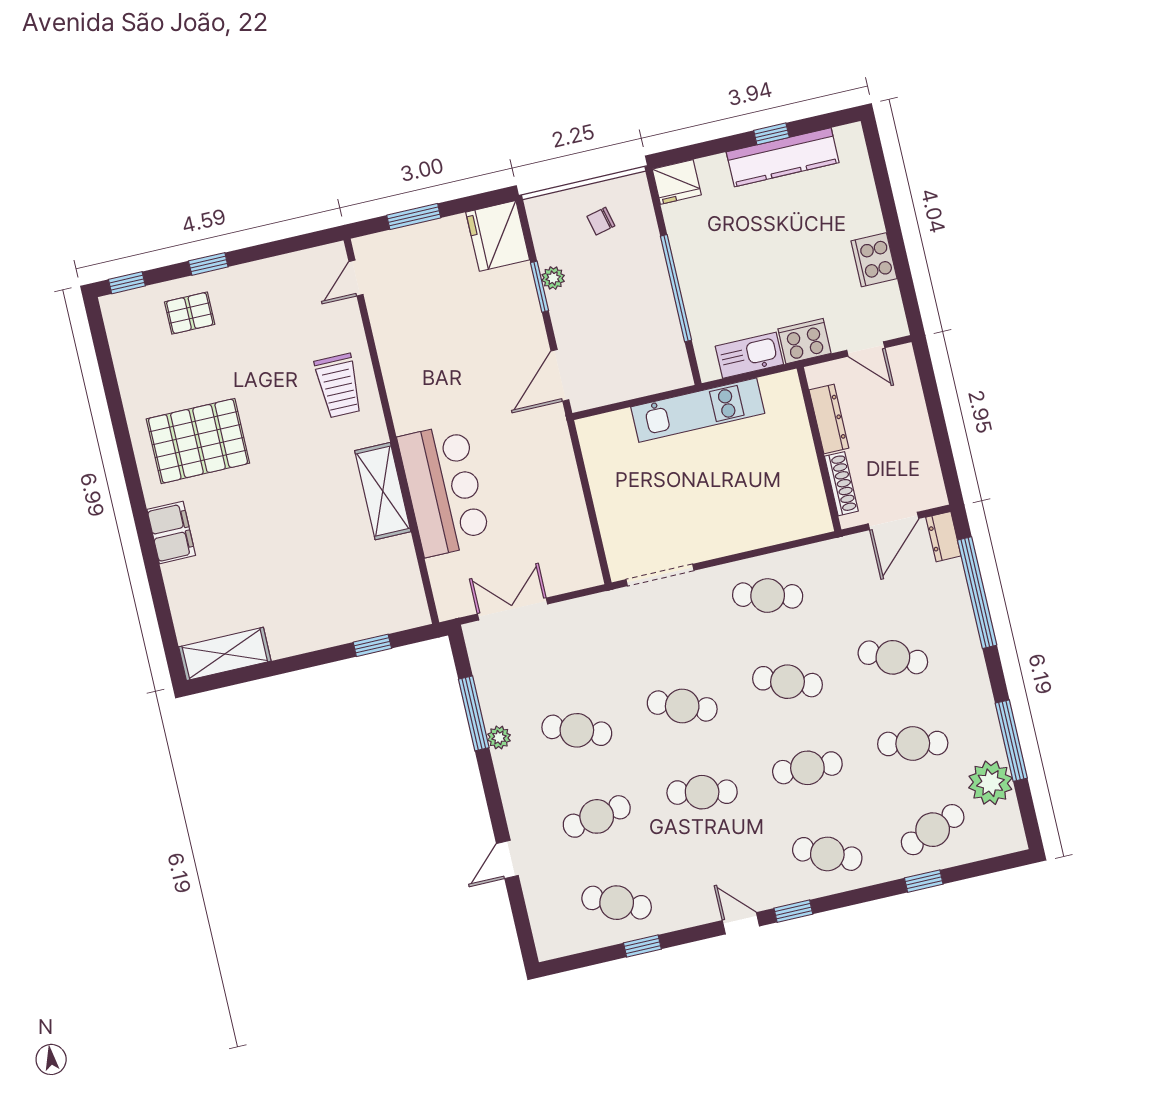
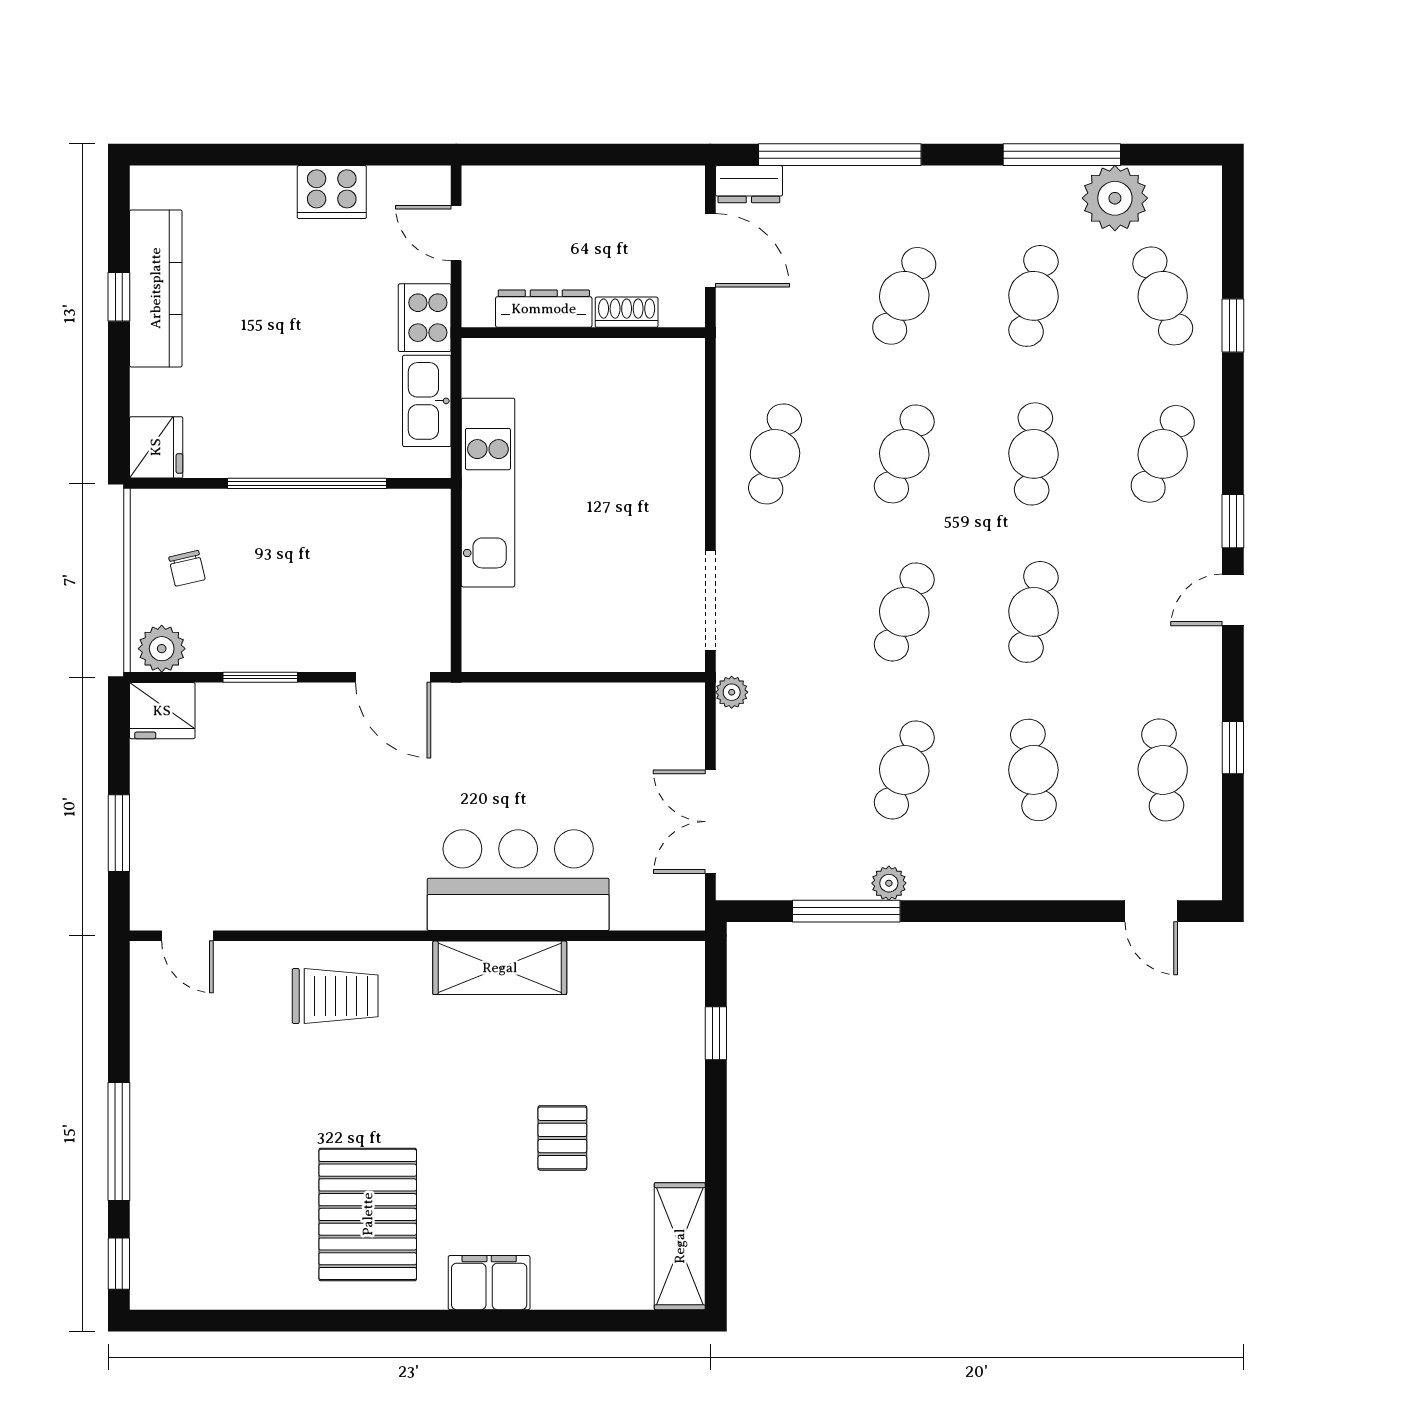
fridge: (498, 236) -> (162, 711), width x0.73, depth x0.75
window: (208, 264) -> (119, 1141), width x2.17
plant: (553, 278) -> (162, 649), moved, width x1.38, depth x1.38
pallet: (190, 313) -> (562, 1138), moved
door: (866, 349) -> (456, 233), swing flipped
shoe rack: (841, 484) -> (627, 312), width x0.70
plant: (602, 603) -> (732, 692), added
door: (507, 859) -> (1151, 911), moved
cafe table: (617, 903) -> (1163, 770), turned -30

